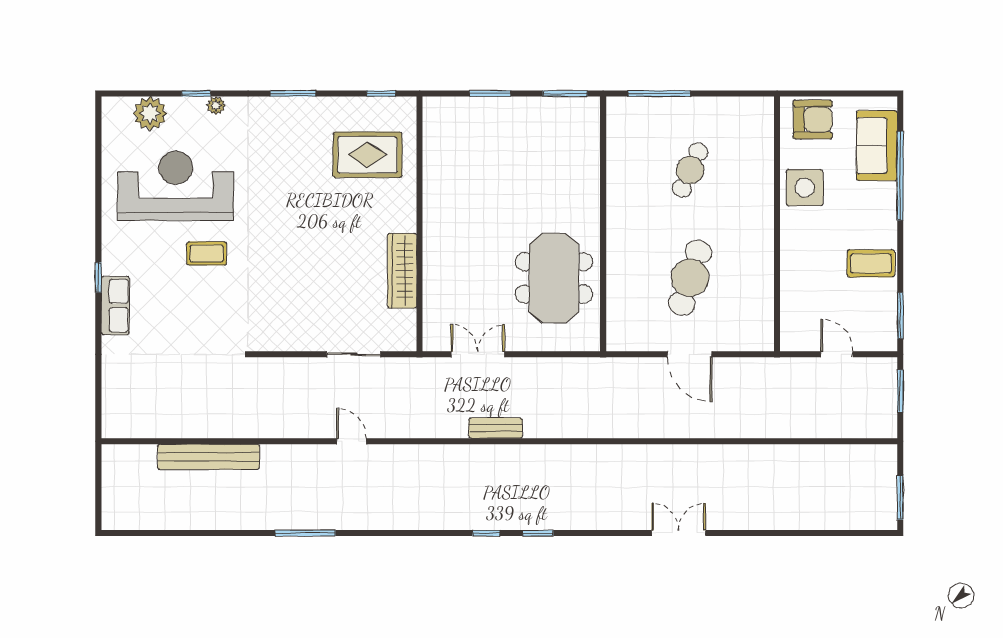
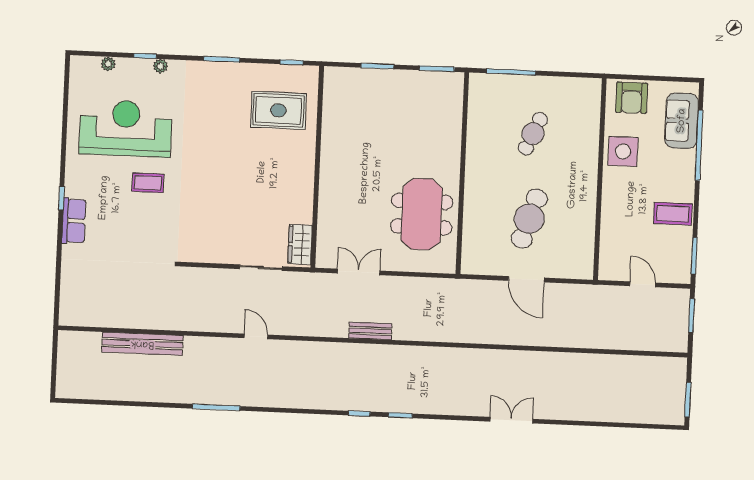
plant: (150, 113) -> (108, 64), width x0.53, depth x0.53
armchair: (813, 119) -> (632, 98), turned 90
wardrobe: (402, 271) -> (300, 245), moved, width x0.67

